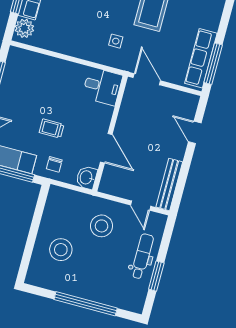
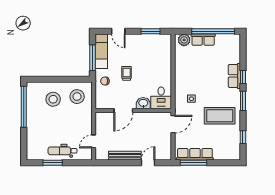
washbasin: (87, 178) -> (143, 103), moved
bench: (169, 184) -> (125, 156), moved
stool: (102, 226) -> (77, 97), moved
dental chair: (142, 256) -> (63, 151), turned 180
window: (86, 304) -> (24, 107), moved

